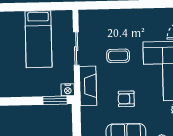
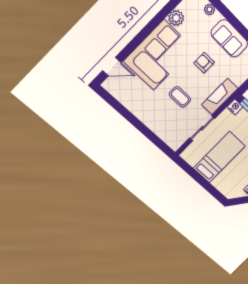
armchair: (126, 99) -> (204, 63), turned 180

